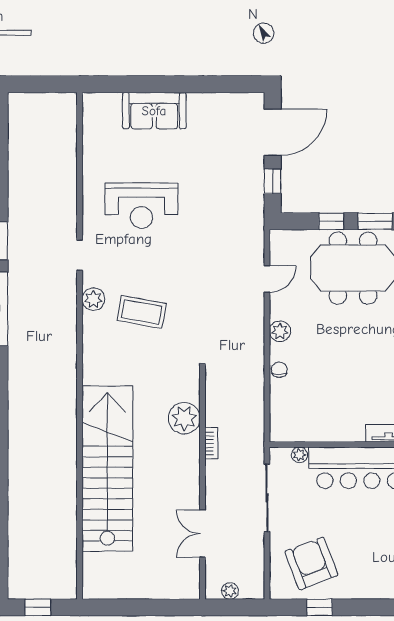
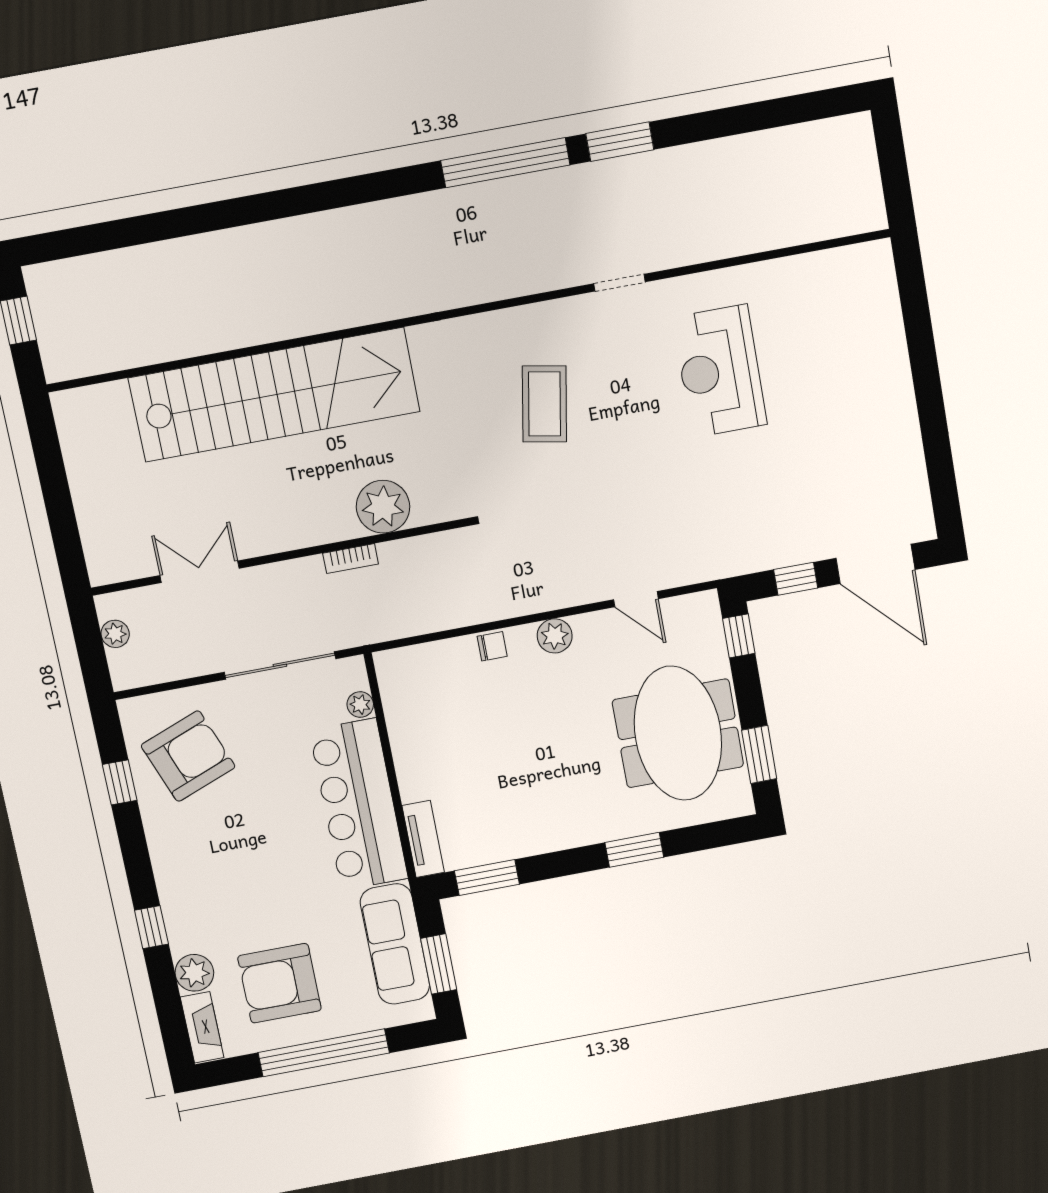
sofa: (154, 111) -> (879, 364), removed
window: (331, 221) -> (739, 636), moved
plant: (93, 299) -> (551, 319), removed

